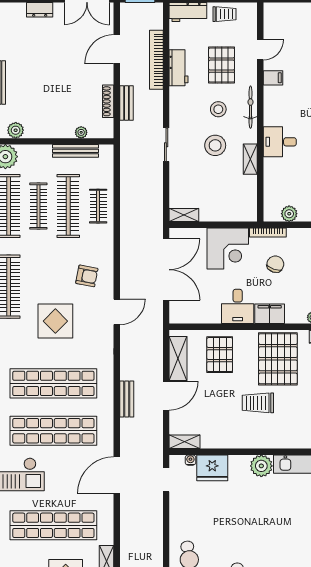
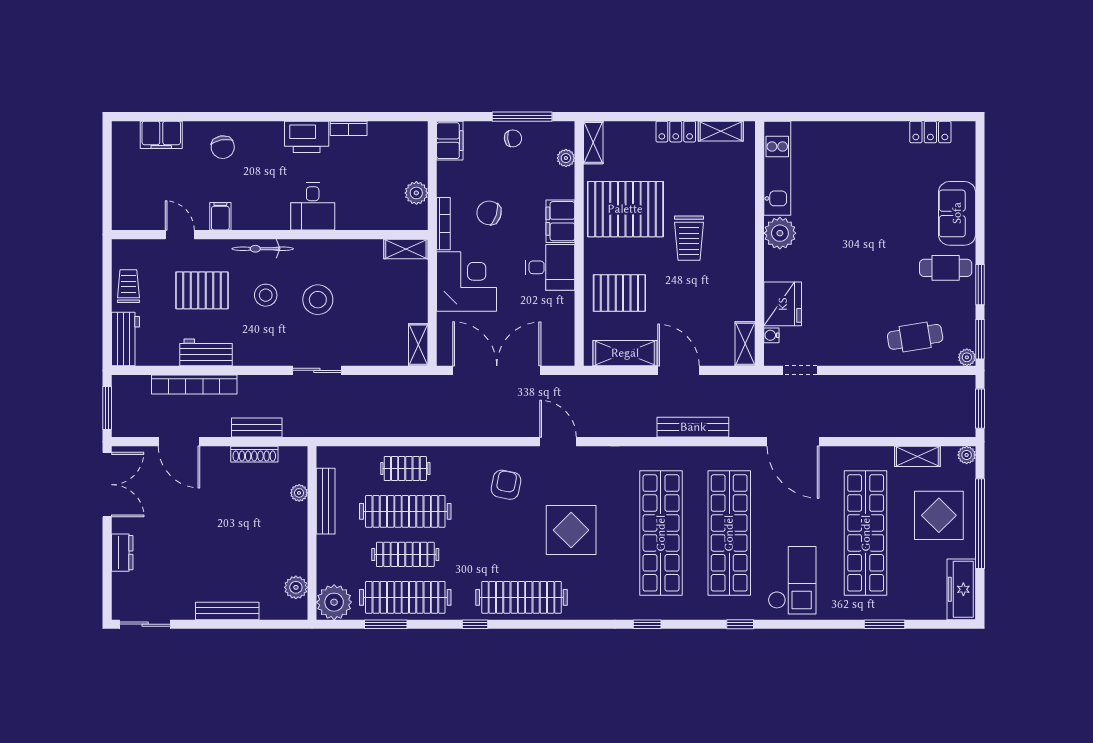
shelving: (250, 159) -> (406, 249), moved
bench: (127, 399) -> (693, 427), width x1.36

